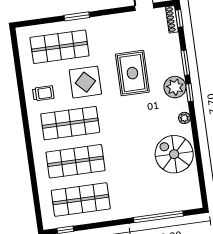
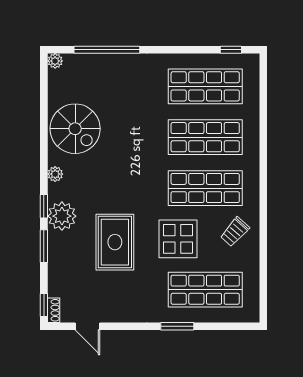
shoe rack: (172, 19) -> (54, 310), width x0.70
trolley: (43, 93) -> (235, 232), turned -48
plant: (196, 203) -> (55, 61), added

